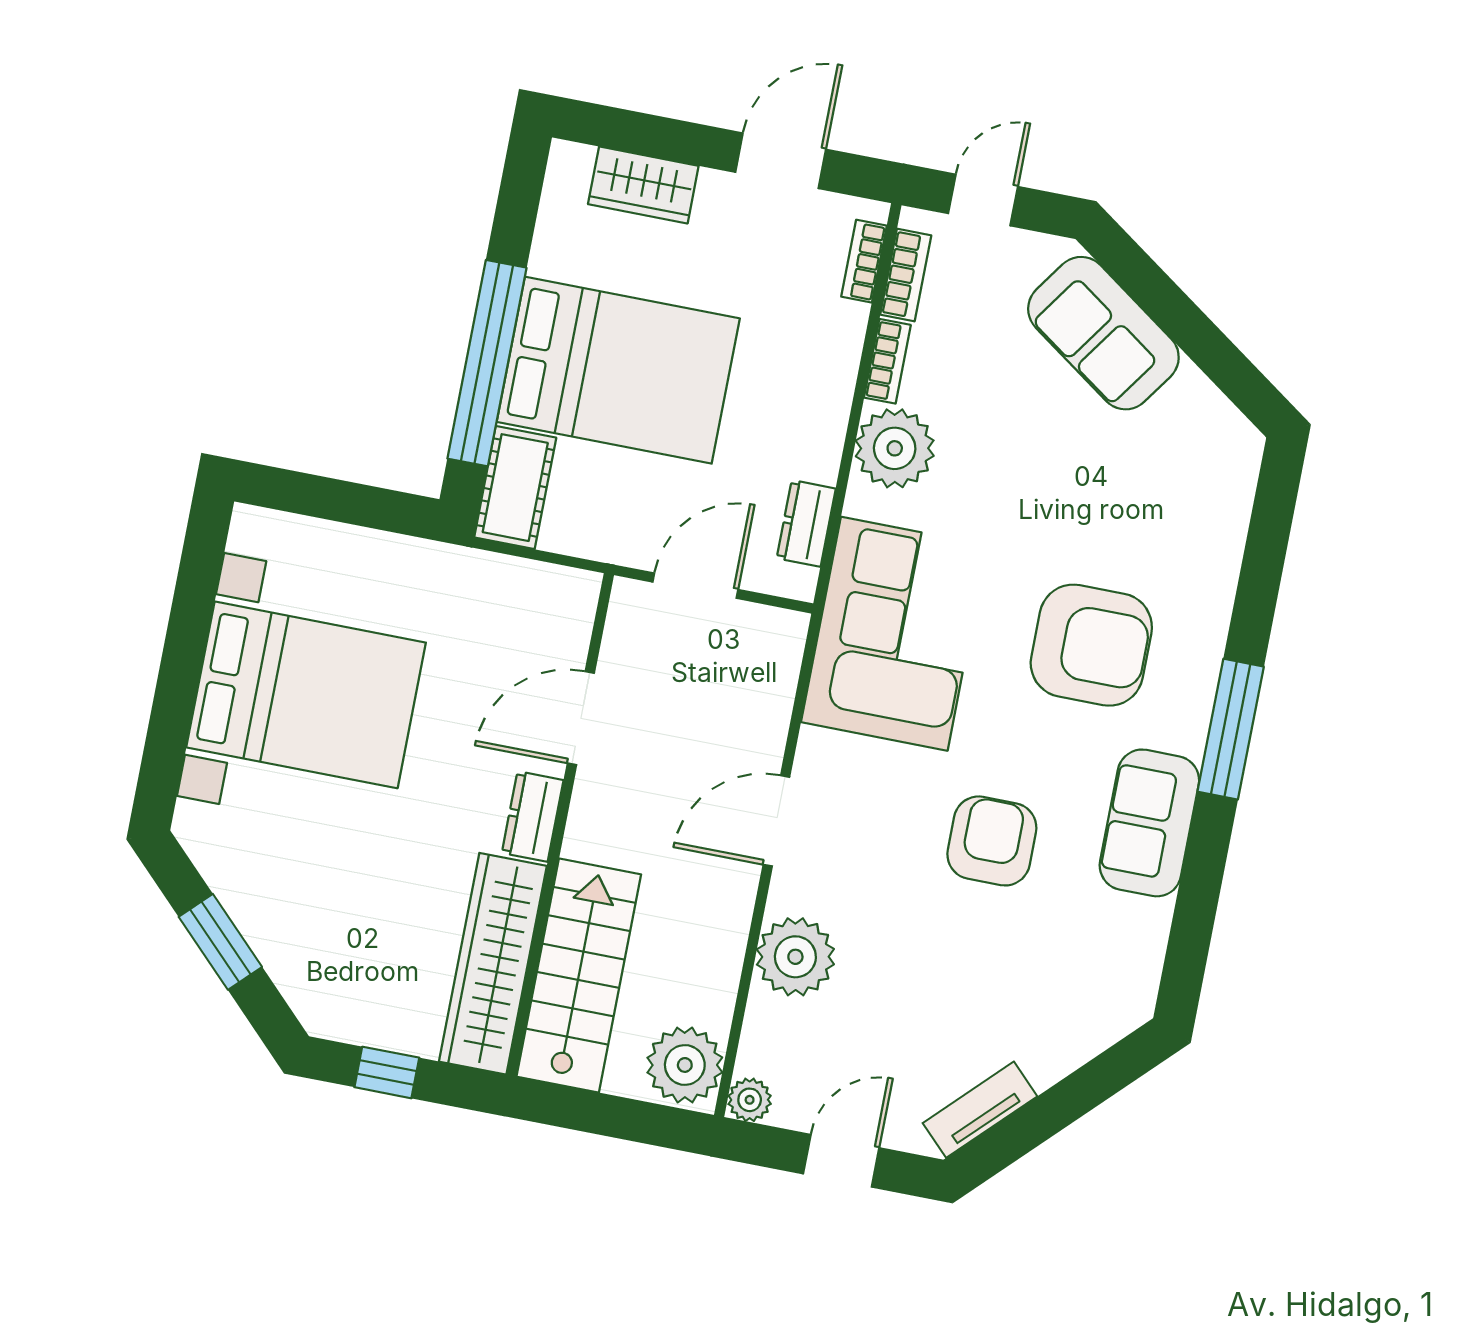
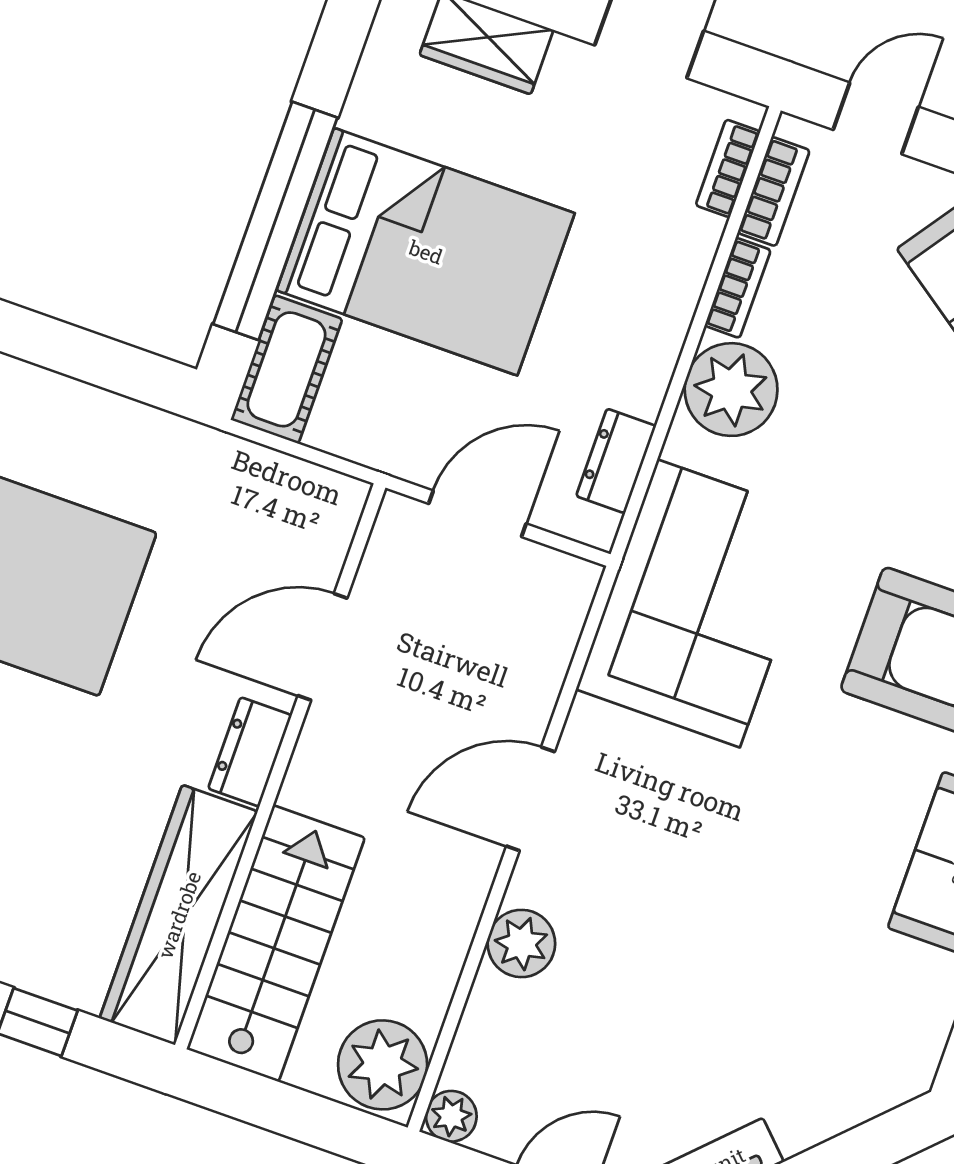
armchair: (992, 841) -> (775, 859), removed
plant: (795, 957) -> (521, 943), width x0.73, depth x0.73

